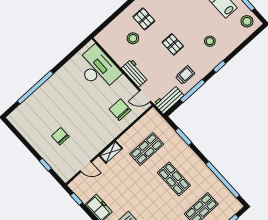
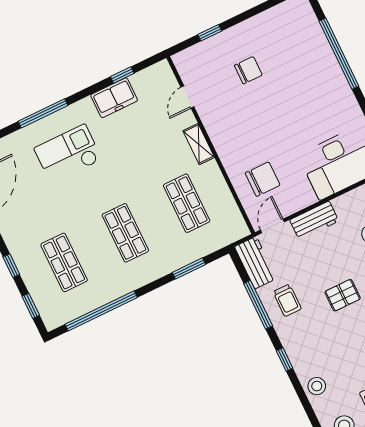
stool: (210, 41) -> (317, 386), moved
shop shelf: (174, 179) -> (125, 233), turned 90
window: (76, 199) -> (122, 75), moved

